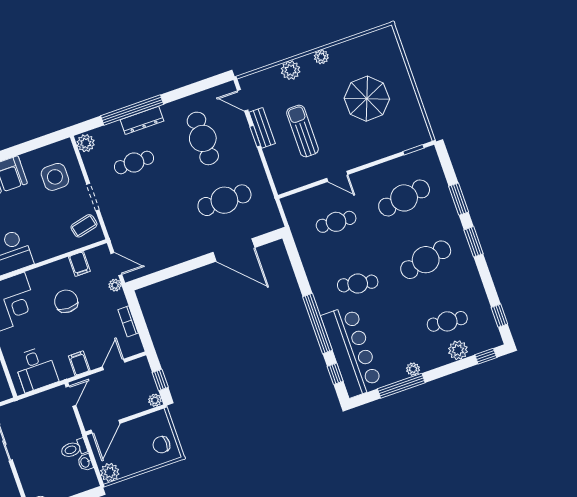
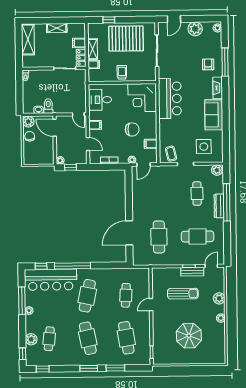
cafe table: (358, 284) -> (87, 296), width x1.37, depth x1.35
chair: (161, 445) -> (30, 136), moved

